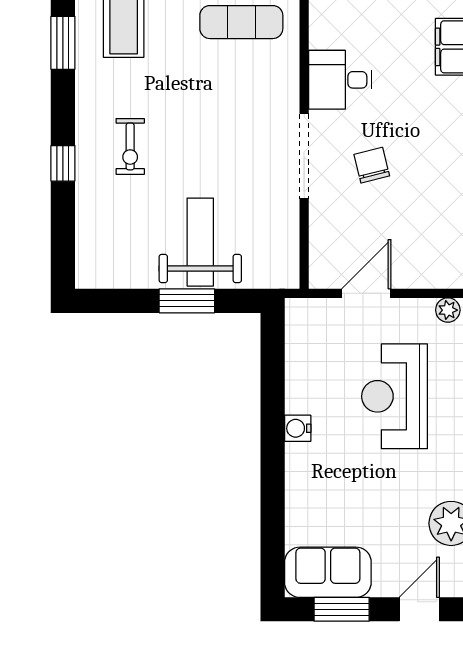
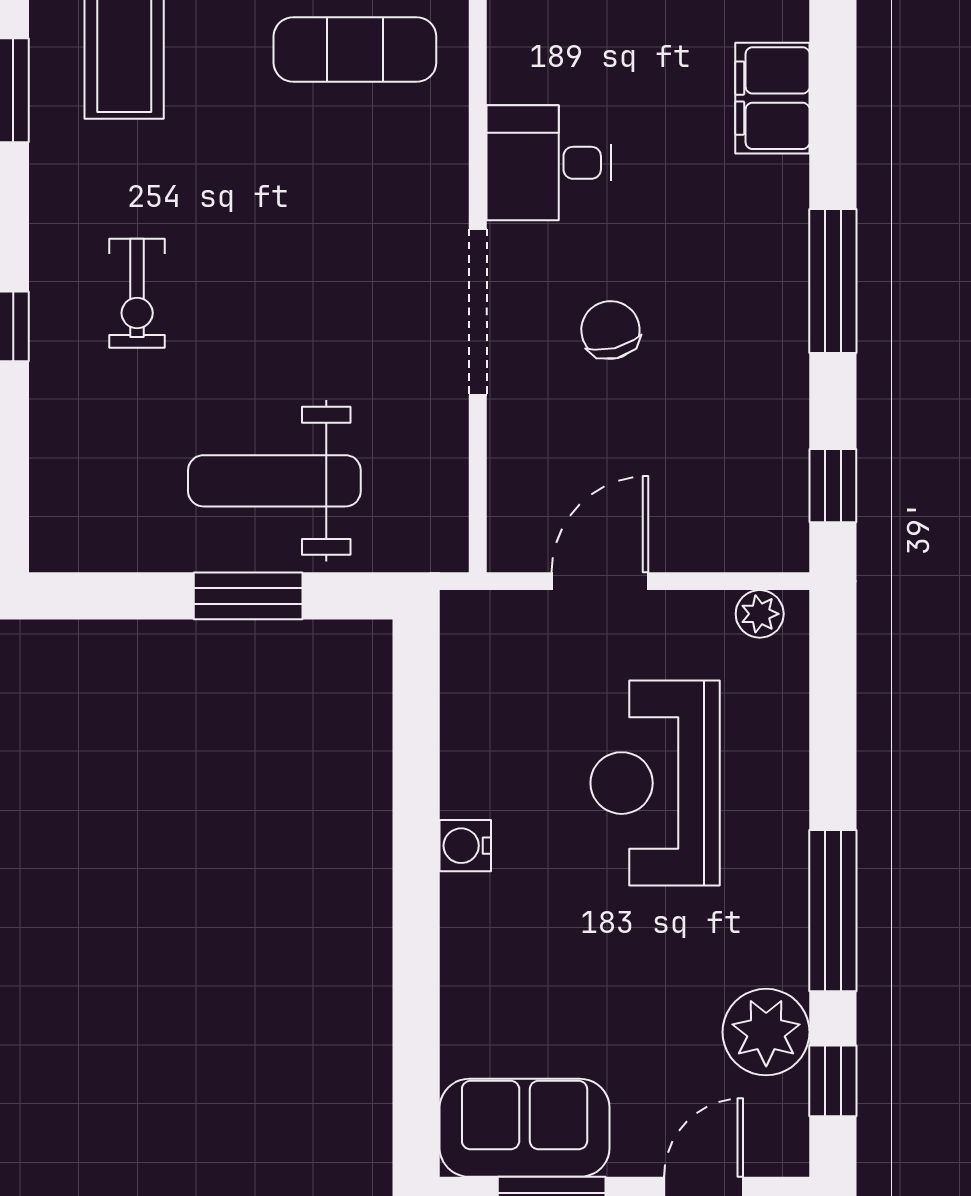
weight bench: (200, 242) -> (274, 481), turned -90

